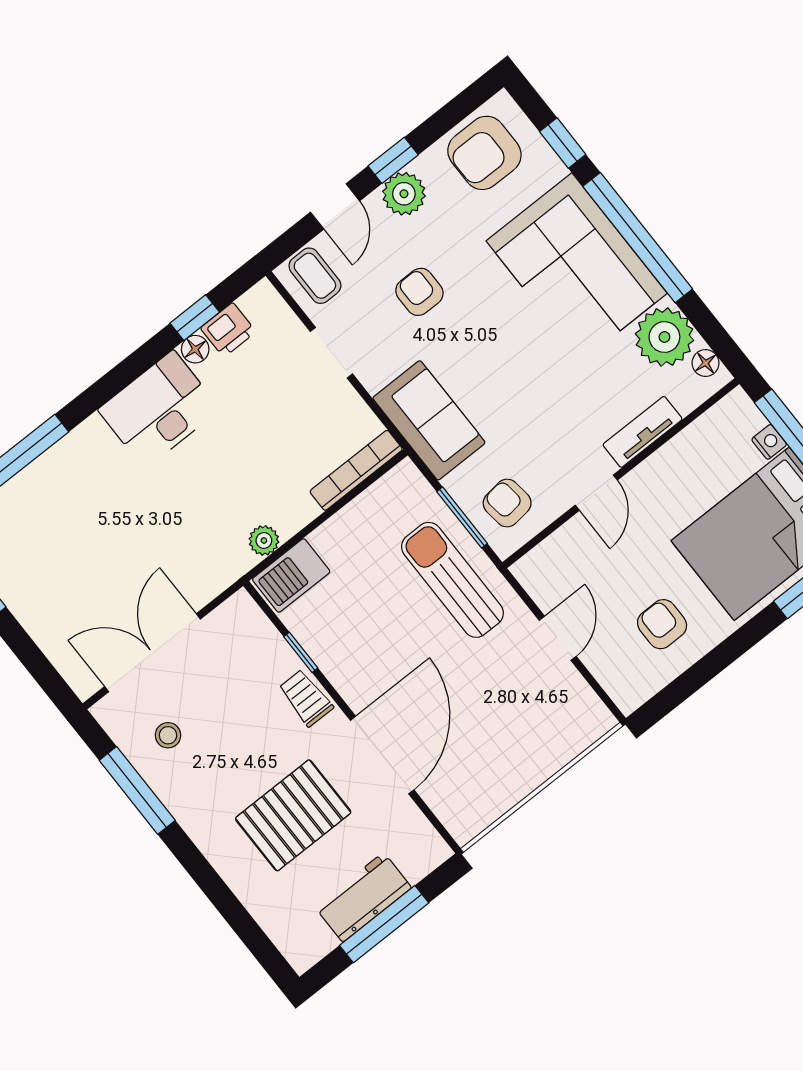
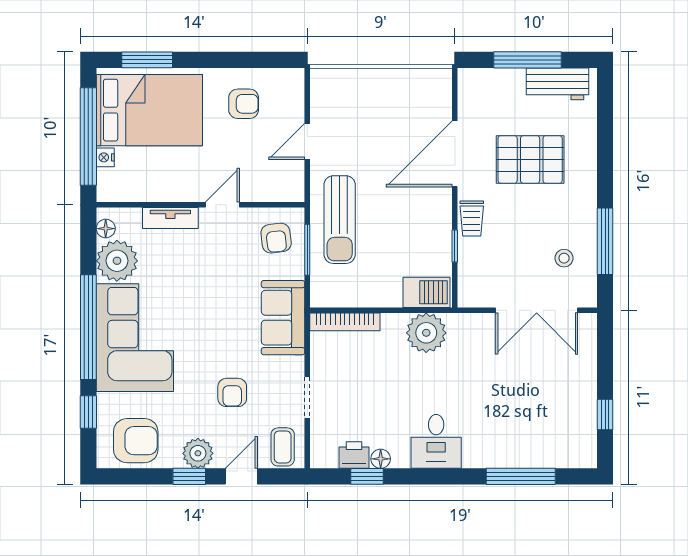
desk: (159, 409) -> (436, 441), width x0.73
plant: (264, 540) -> (426, 333), width x1.88, depth x1.88
armchair: (662, 624) -> (244, 104), turned -90
workbench: (363, 897) -> (557, 84), moved

